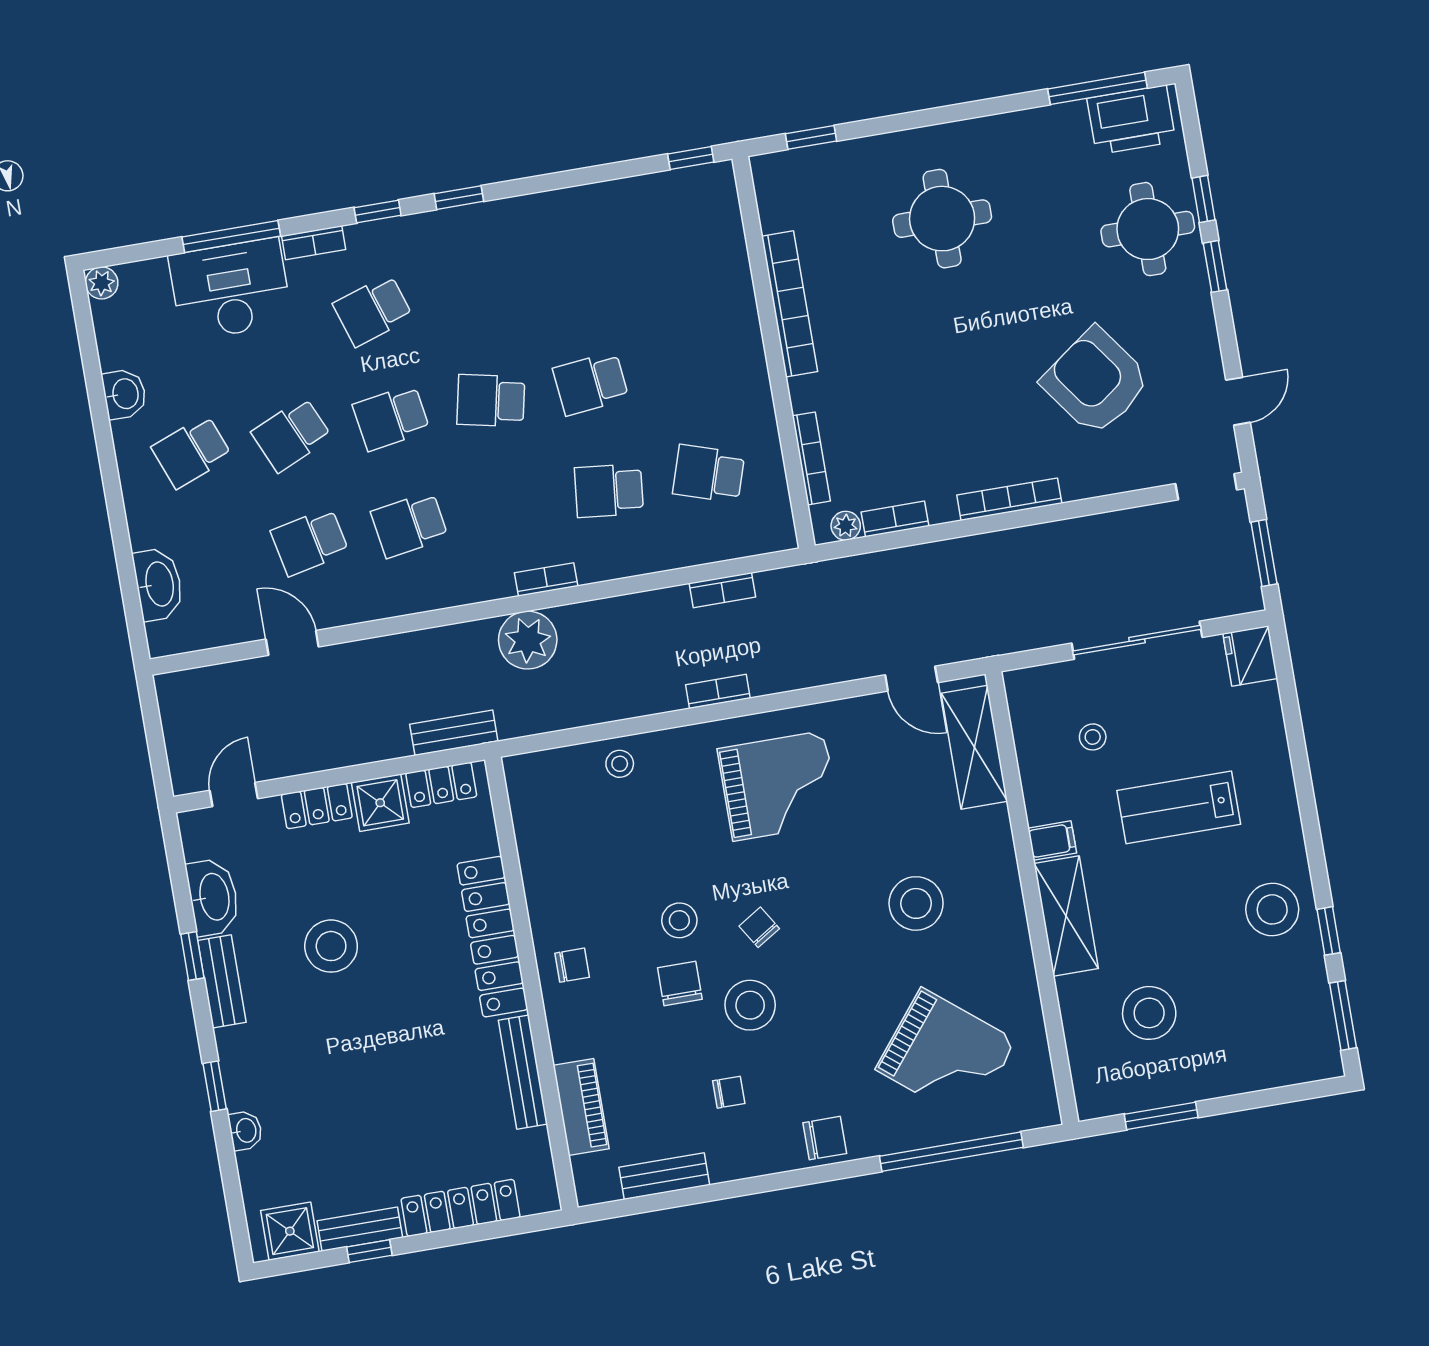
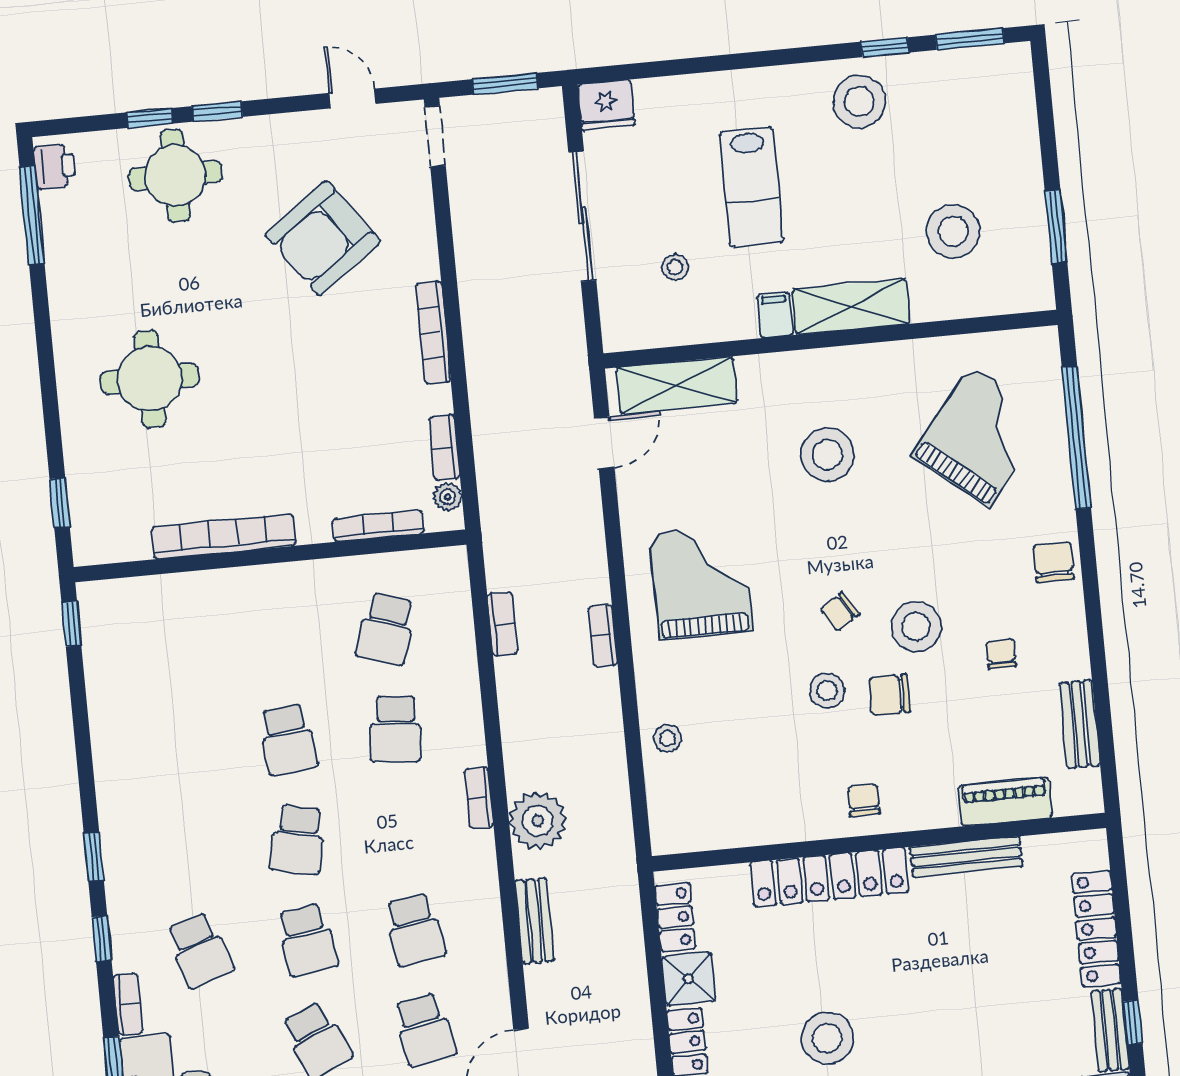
printer: (1131, 120) -> (55, 166), width x0.53, depth x0.68
bench: (454, 733) -> (534, 921), moved

